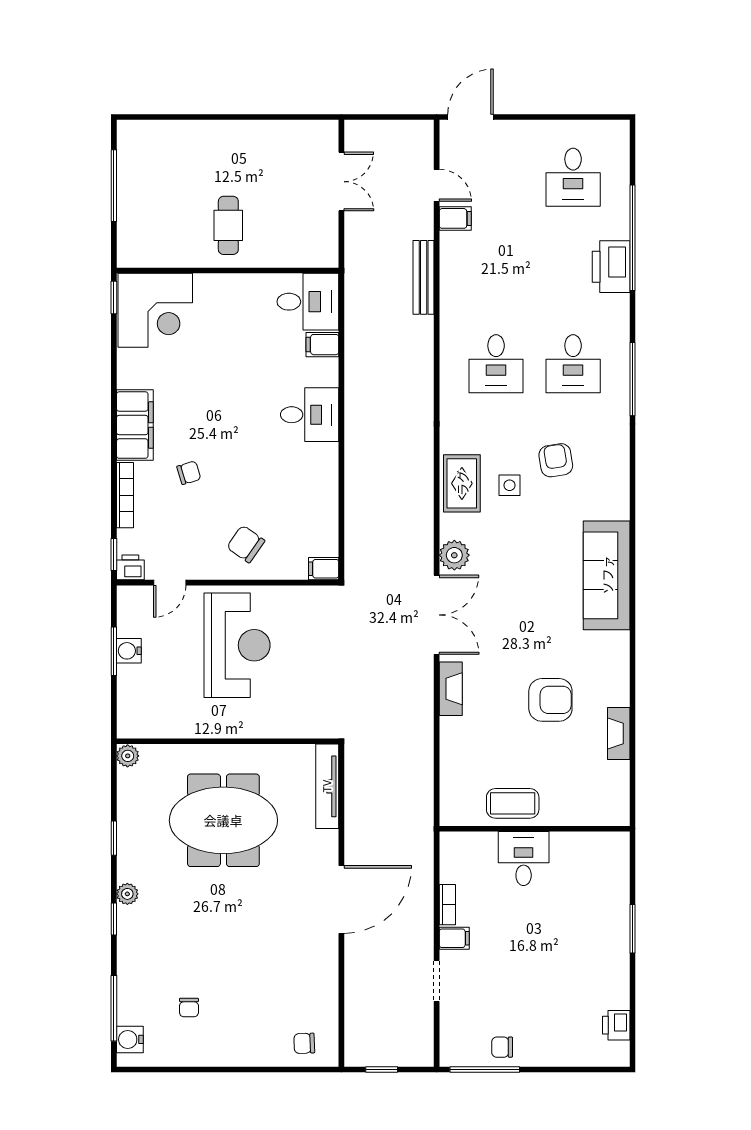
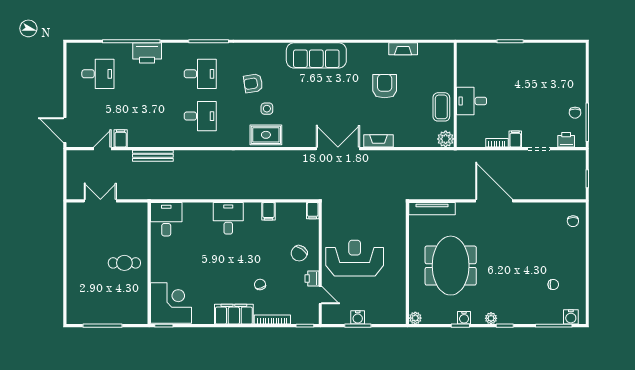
filing cabinet: (322, 345) -> (268, 211), moved
plant: (454, 555) -> (446, 139), moved
printer: (130, 567) -> (312, 279), moved
water cooler: (128, 845) -> (464, 318), added
printer: (616, 1025) -> (566, 140), moved, turned 180

